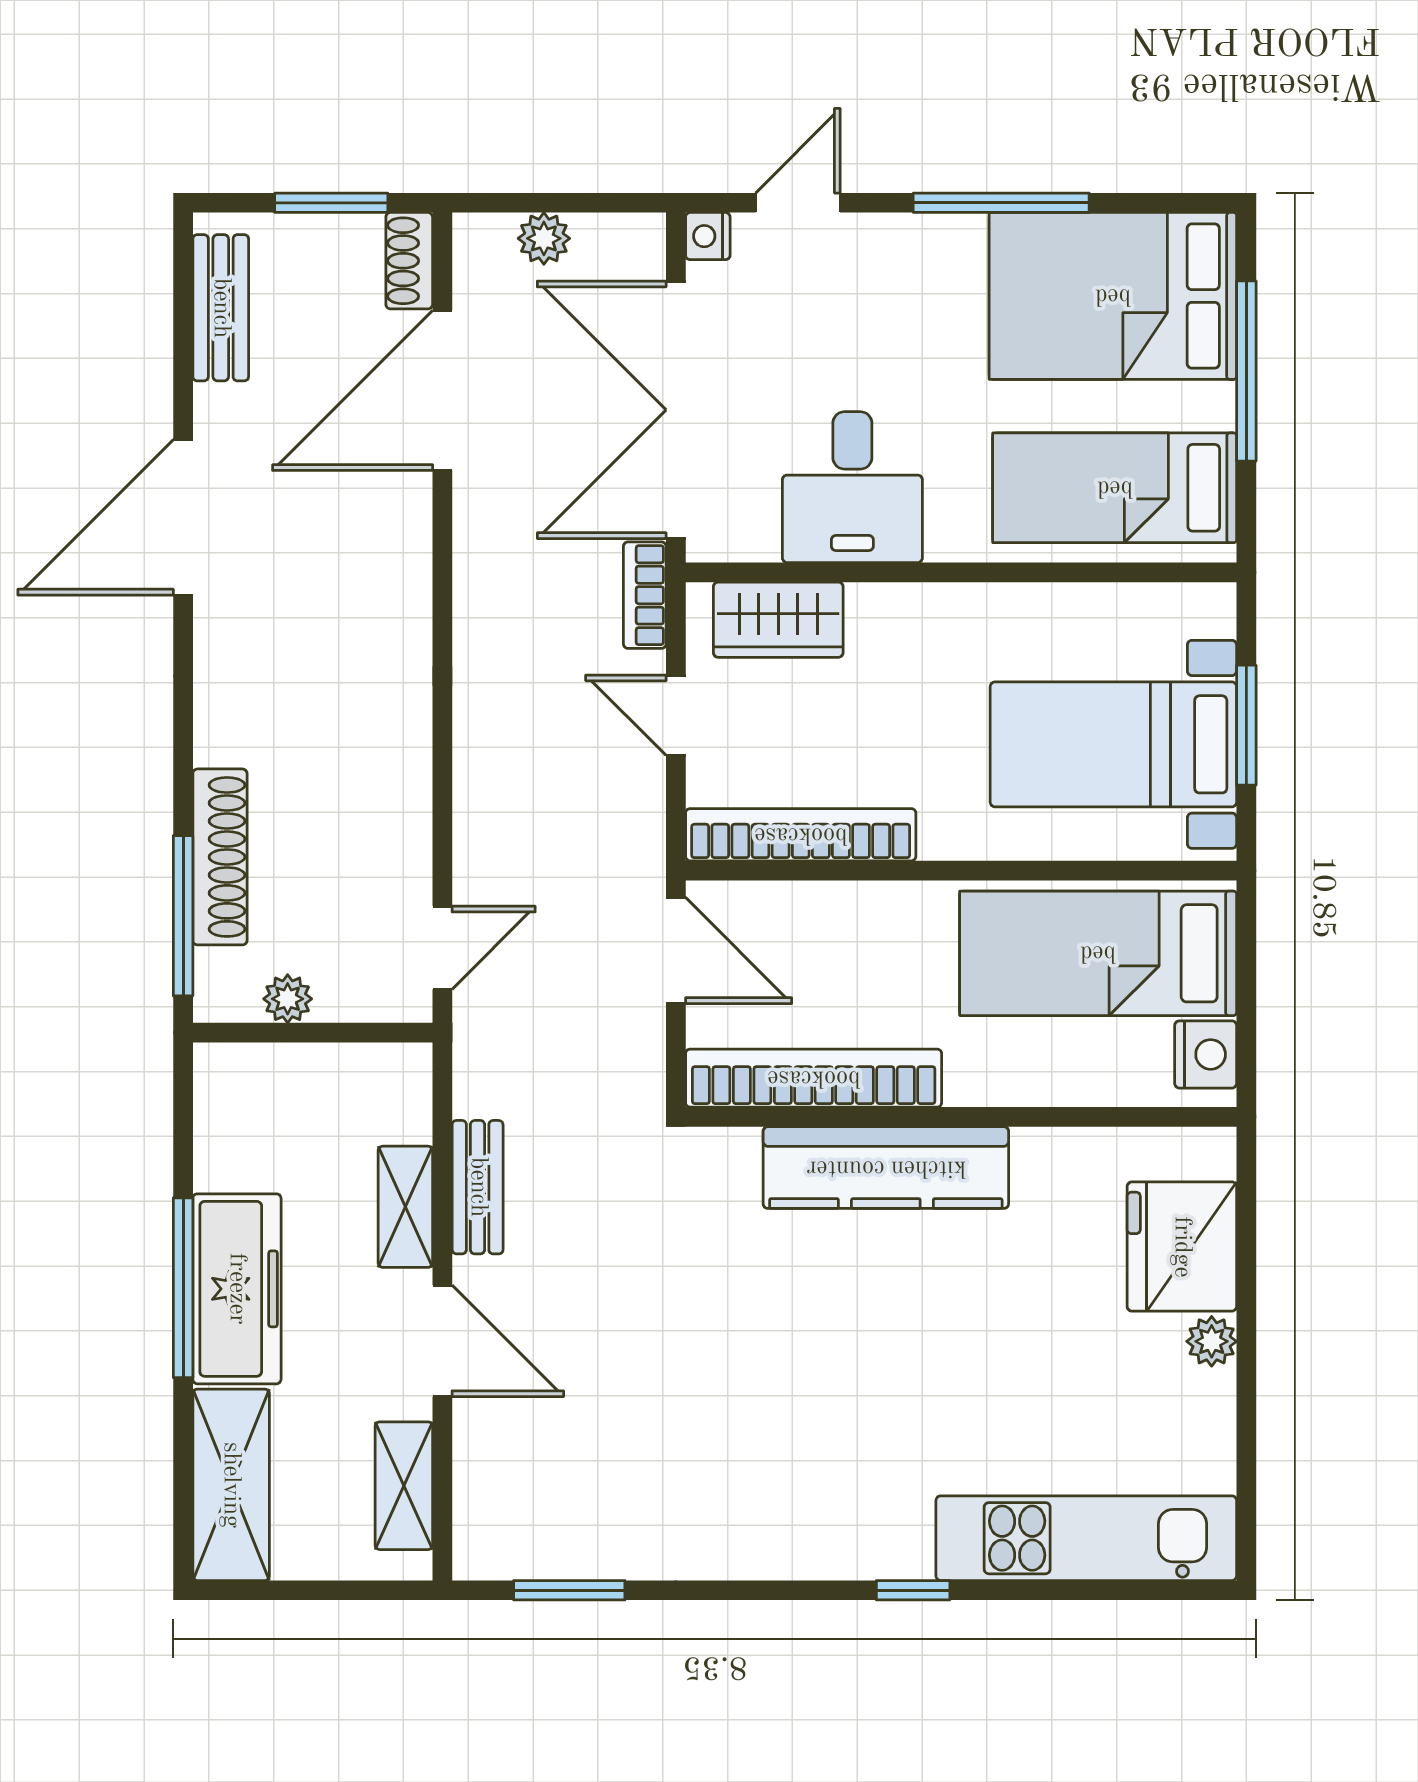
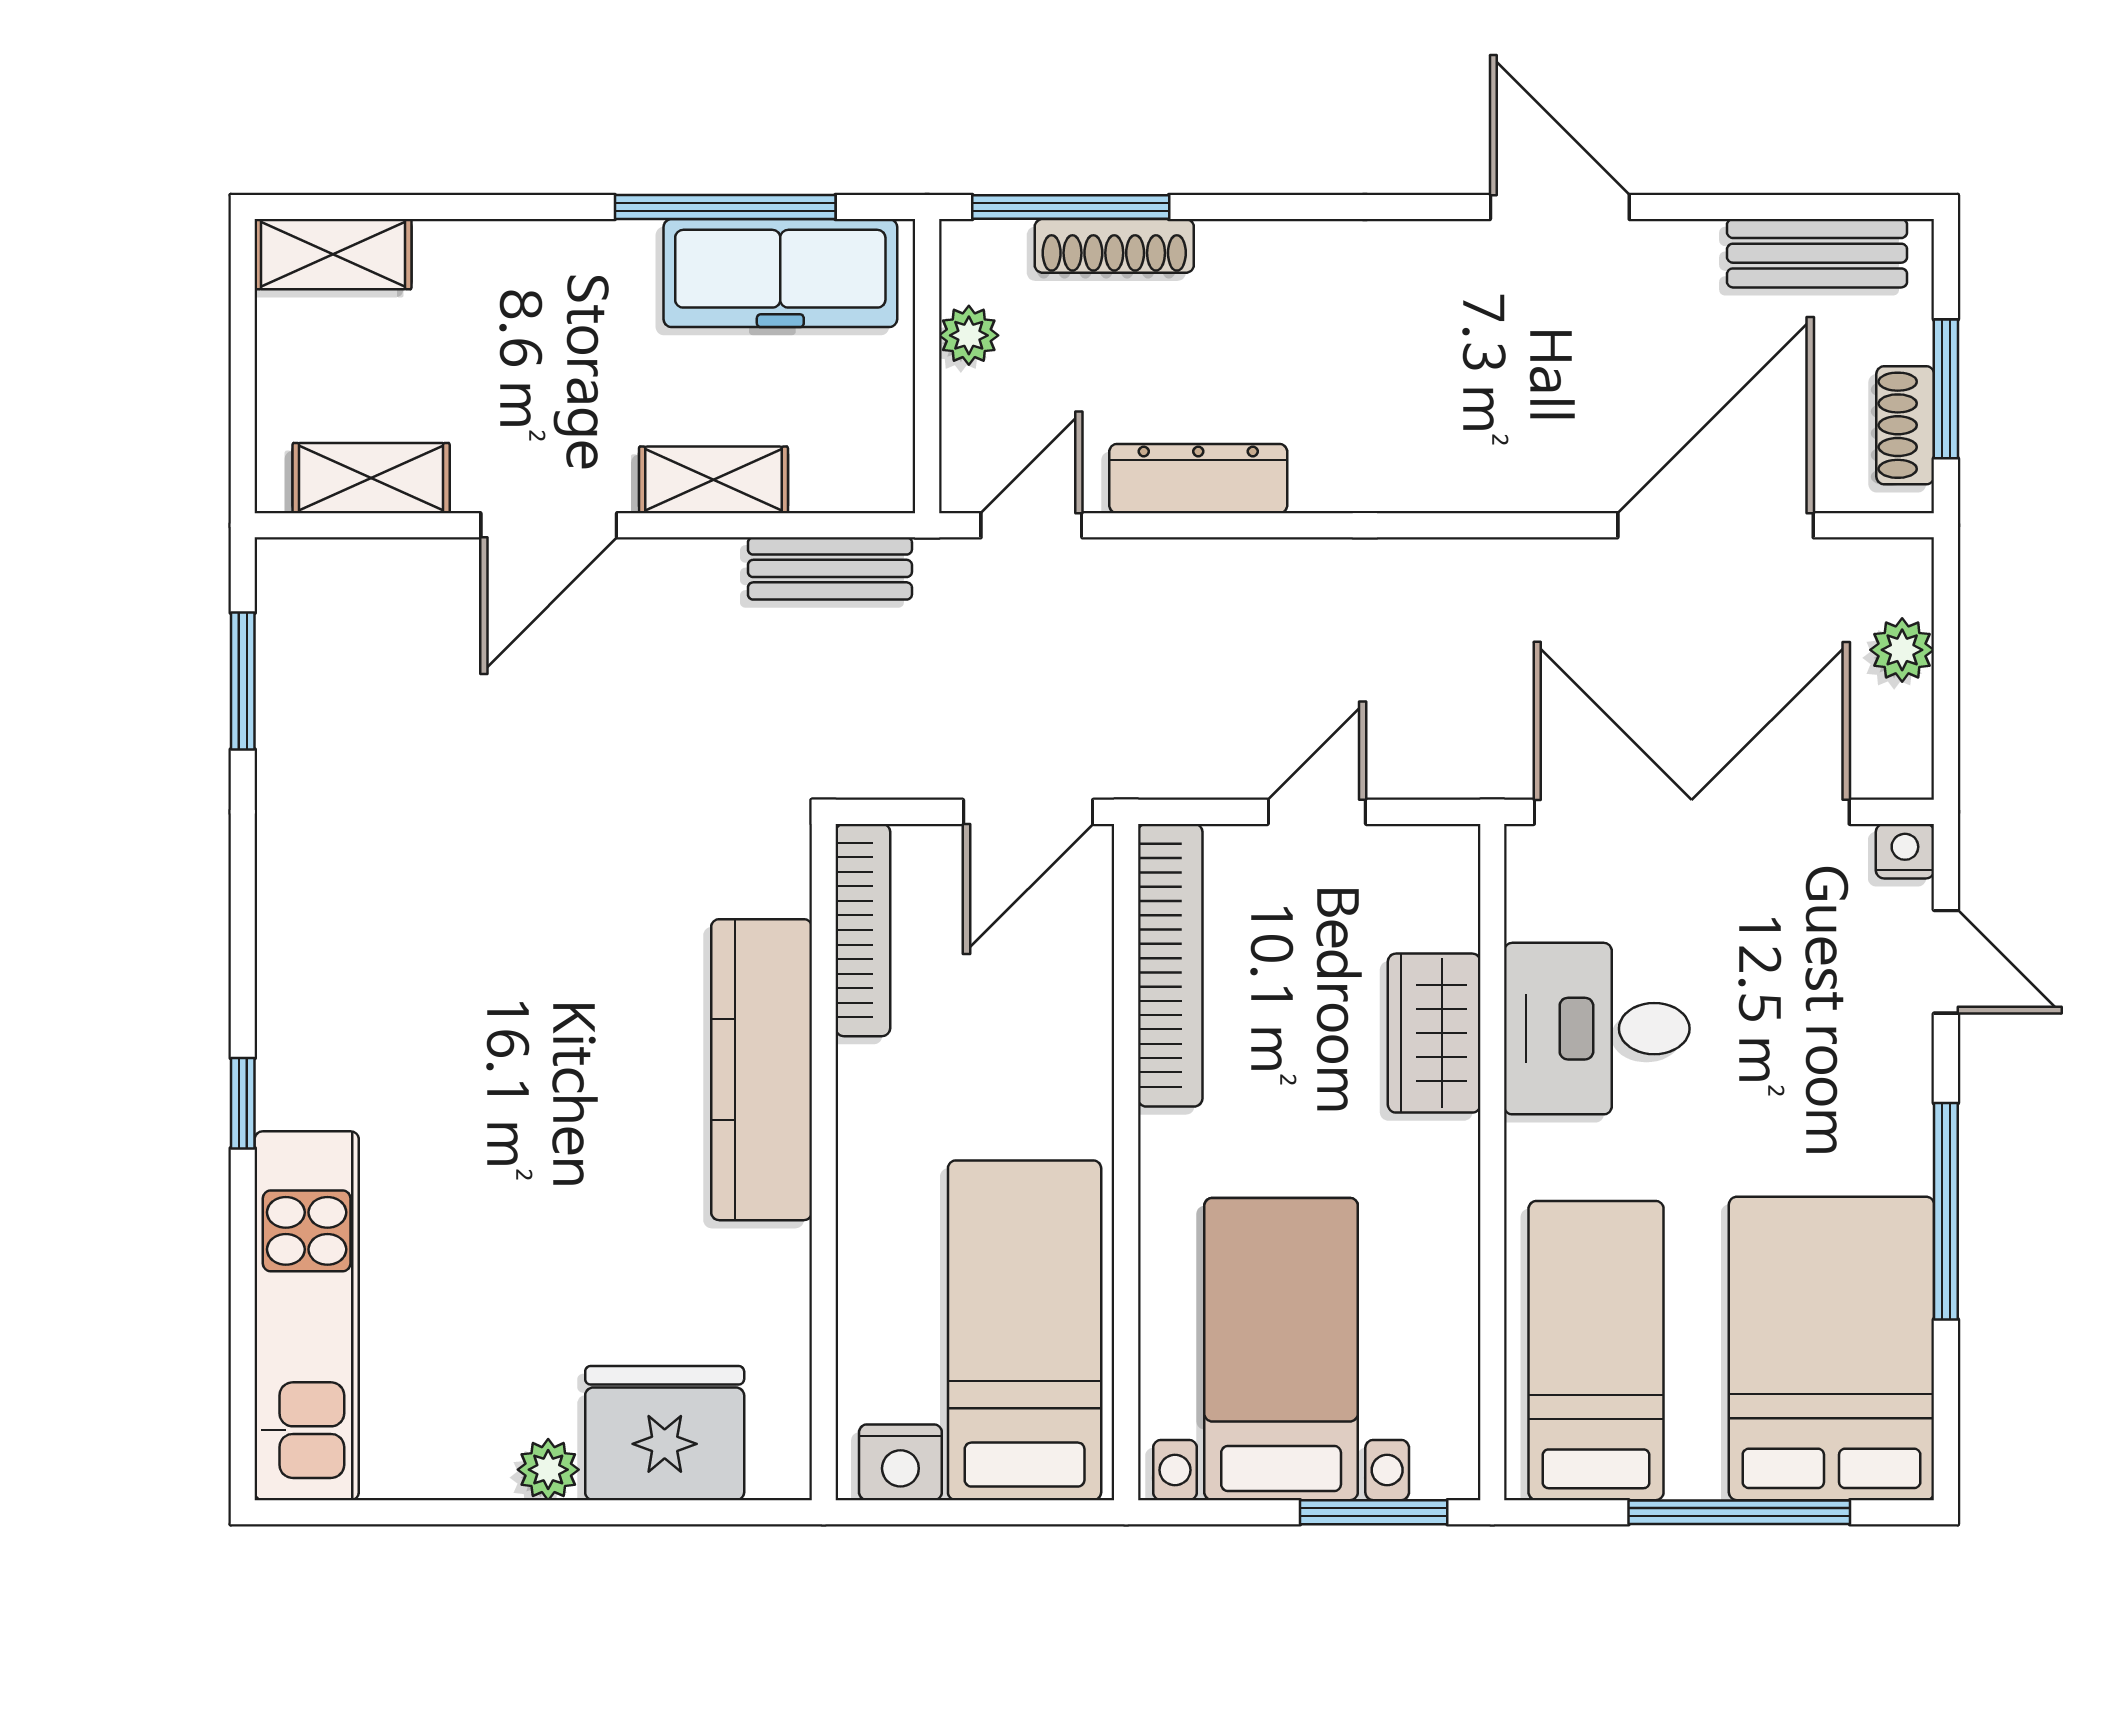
shoe rack: (409, 261) -> (1905, 425), moved, turned -90
door: (442, 390) -> (1716, 525), hinge flipped
door: (183, 517) -> (1560, 207), width x0.73
bookcase: (645, 595) -> (1464, 774), removed
wardrobe: (778, 620) -> (1434, 1033), moved
window: (1246, 725) -> (1374, 1512), moved
dresser: (404, 812) -> (1198, 479), added
shoe rack: (220, 857) -> (1114, 246), width x0.74, depth x0.81
door: (442, 948) -> (1031, 525), swing flipped
bookcase: (814, 1078) -> (863, 930), width x0.68, depth x0.76
bench: (478, 1187) -> (830, 568), moved
window: (183, 1288) -> (725, 207), moved
freezer: (237, 1289) -> (780, 273), moved
shelving: (231, 1485) -> (333, 254), width x0.67, depth x0.75

